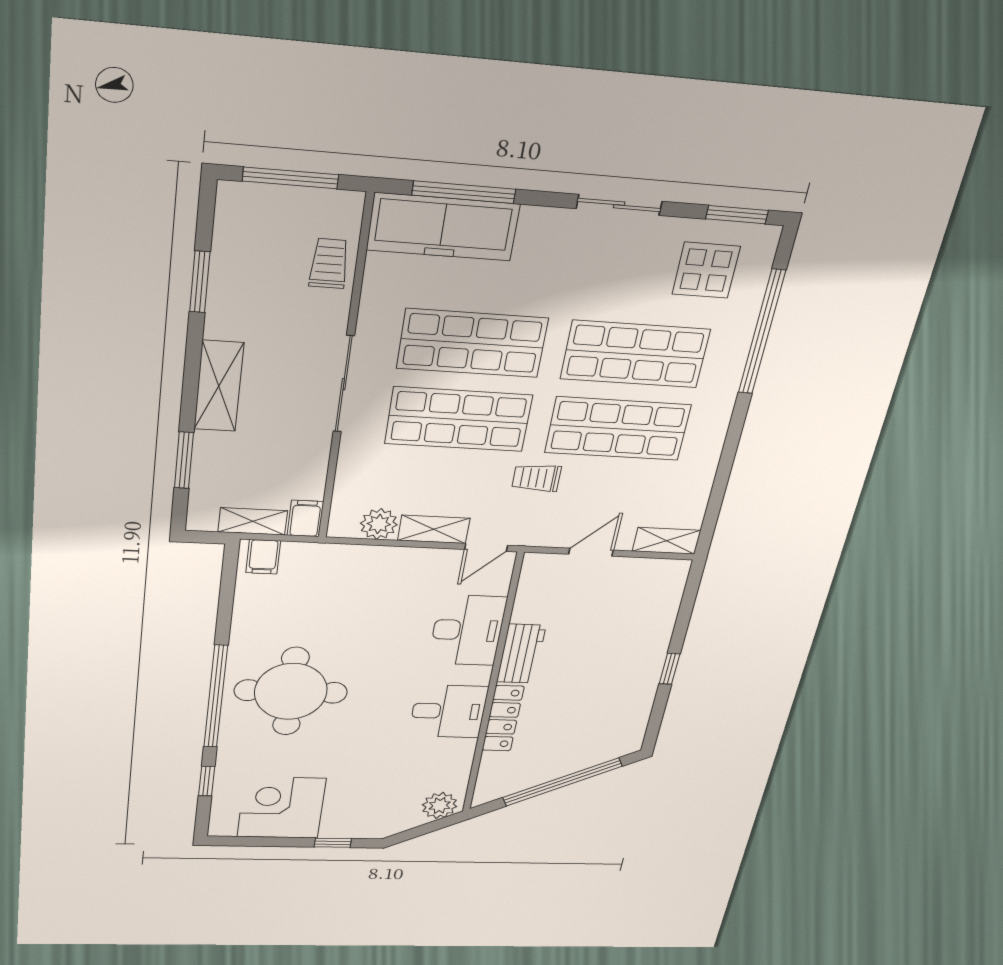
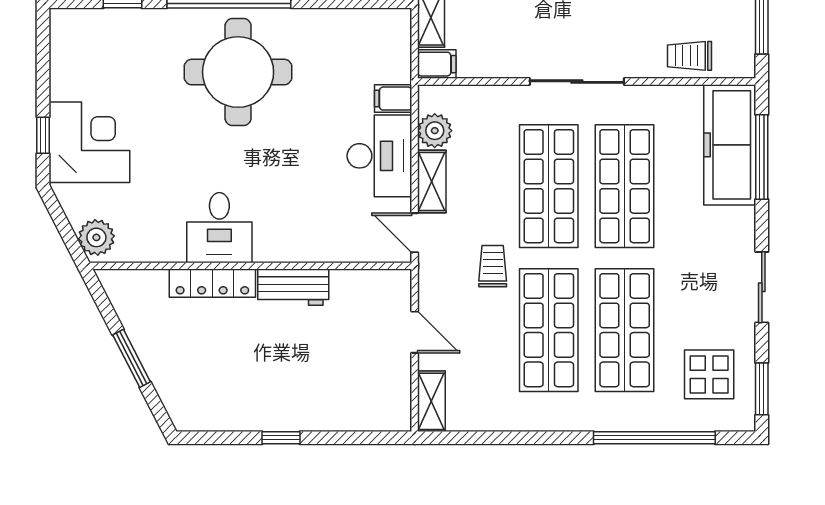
trolley: (329, 263) -> (689, 56), turned 180
filing cabinet: (263, 557) -> (393, 99), moved
desk: (467, 630) -> (379, 156), moved, turned -90
window: (562, 782) -> (132, 358), width x0.47
corner desk: (281, 808) -> (89, 142), moved

